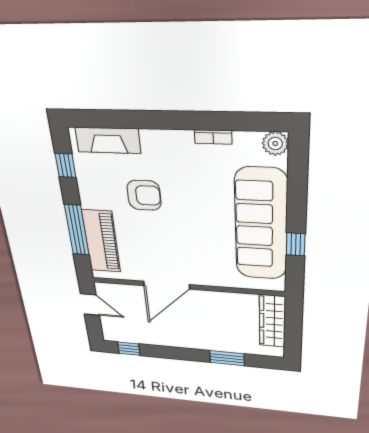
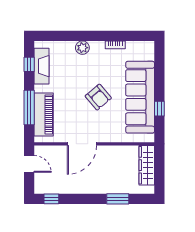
fireplace: (108, 140) -> (42, 66), moved, turned -90
plant: (275, 143) -> (82, 48), moved
armchair: (144, 195) -> (98, 97), moved, turned 50

